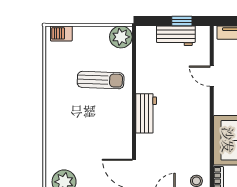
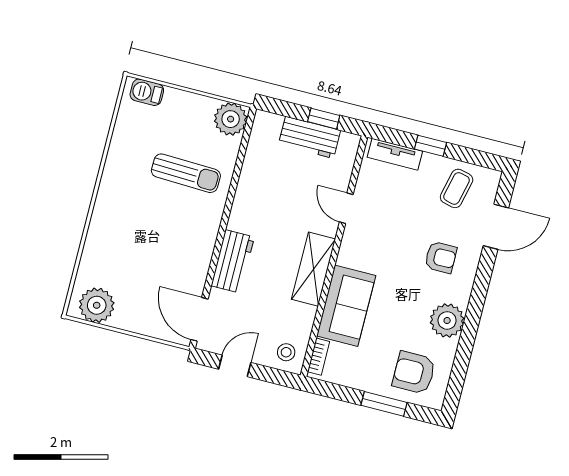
workbench: (146, 113) -> (233, 261), moved
shelving: (200, 122) -> (313, 269), added

